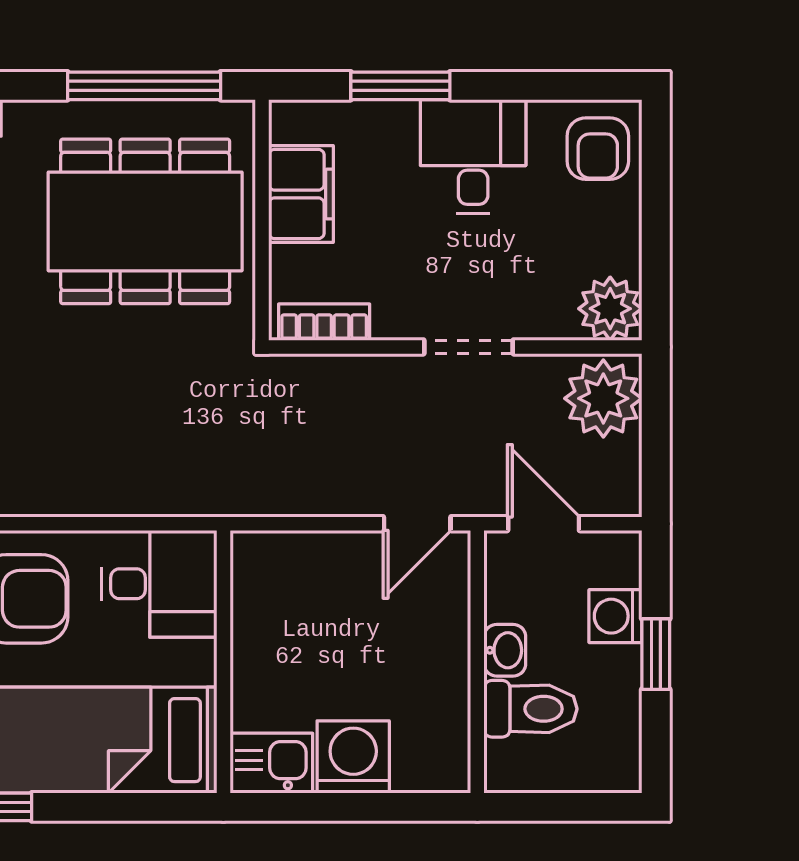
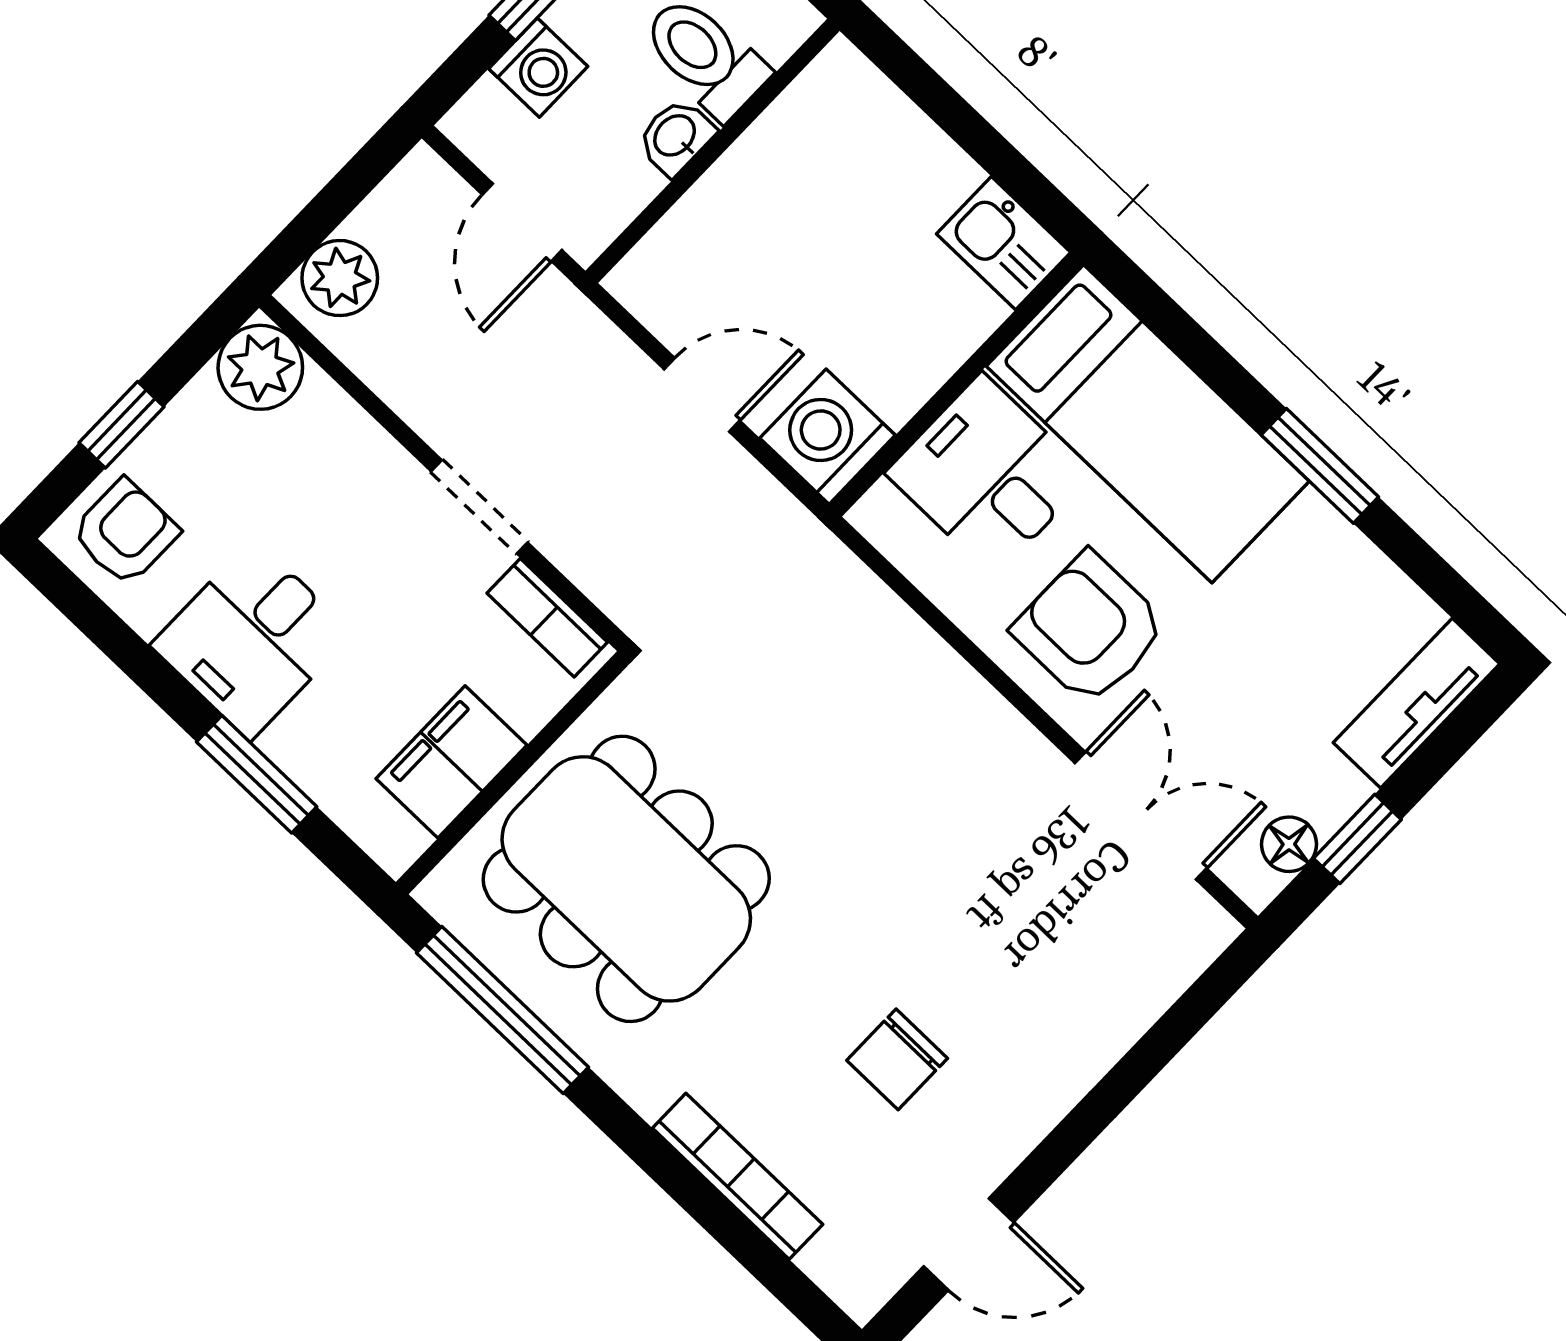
window: (656, 205) -> (122, 425), added
doorway: (468, 347) -> (479, 507), moved
plant: (603, 398) -> (340, 278), width x0.73, depth x0.73
door: (417, 524) -> (702, 395), moved
desk: (159, 584) -> (988, 475), moved
washing machine: (353, 757) -> (828, 437), moved, turned 90

